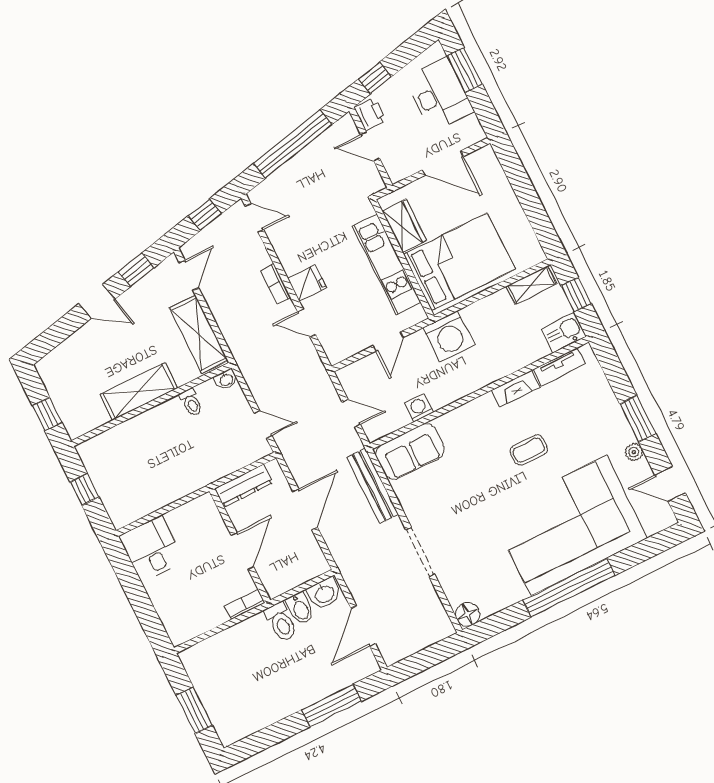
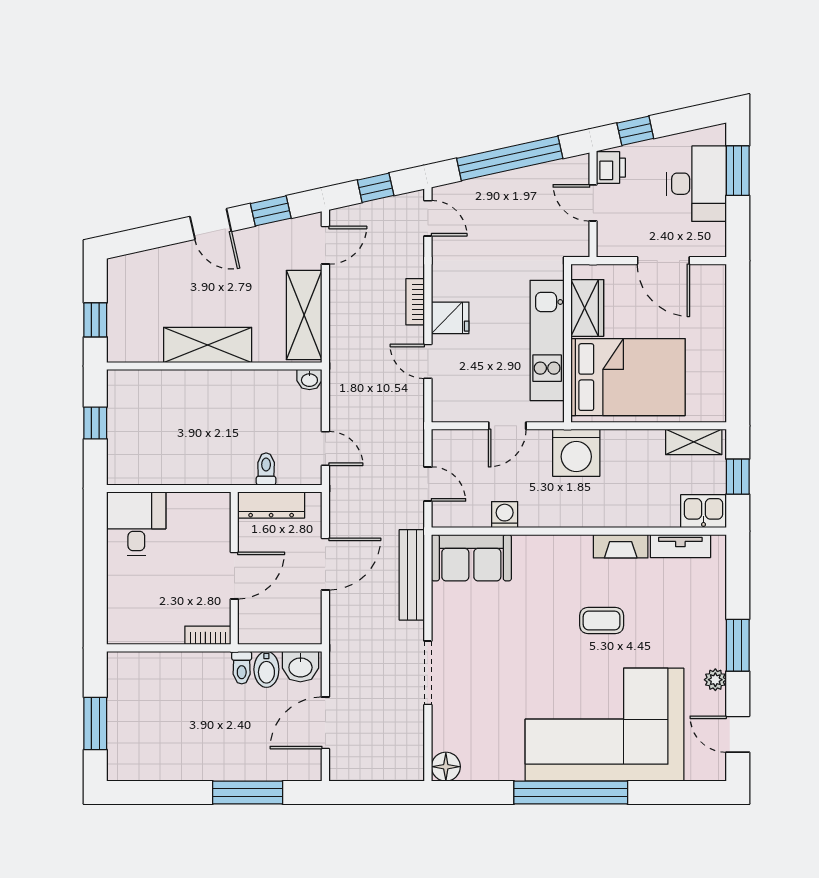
toilet: (191, 402) -> (266, 469), moved, turned 180
toilet: (281, 622) -> (242, 668), width x0.73, depth x0.72

